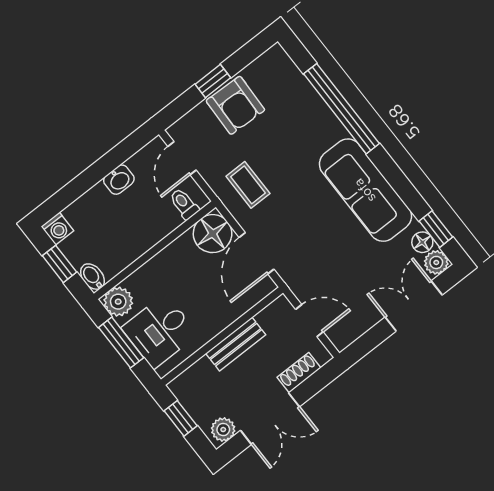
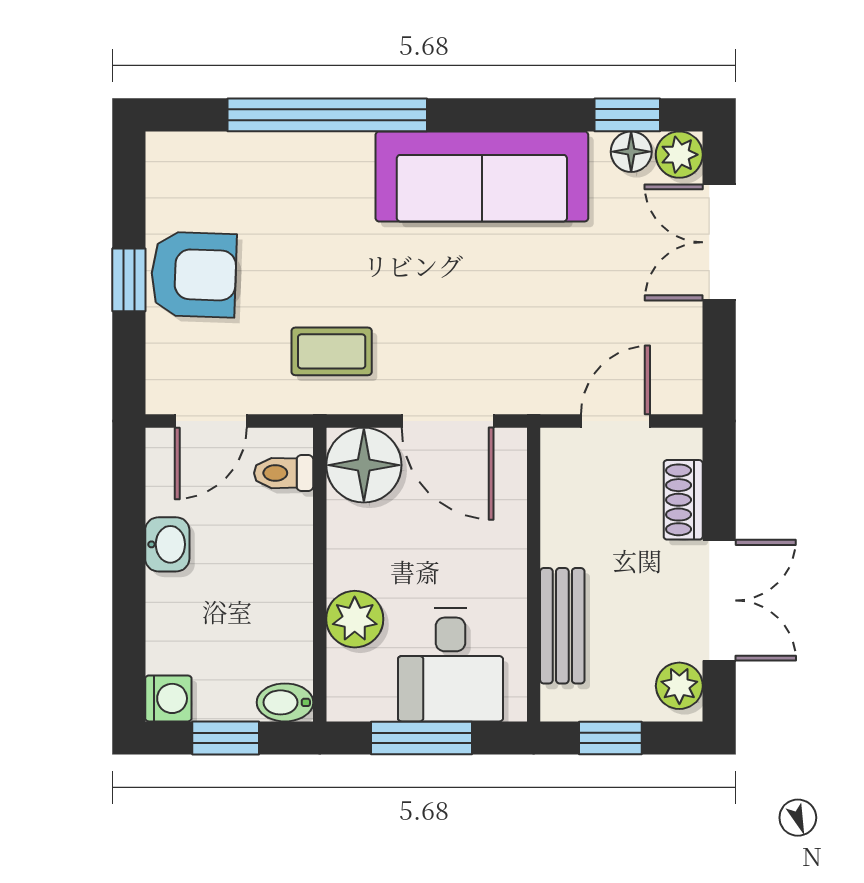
door: (182, 158) -> (211, 421), hinge flipped
plant: (118, 302) -> (355, 619), moved
bench: (236, 344) -> (562, 626), moved

